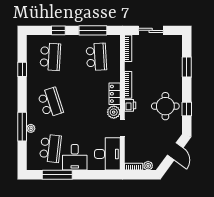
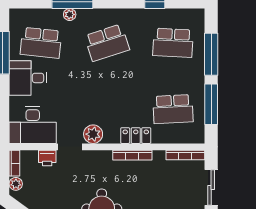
window: (58, 30) -> (211, 54), width x2.17
locker: (115, 94) -> (136, 136), moved
printer: (130, 105) -> (47, 158), moved

